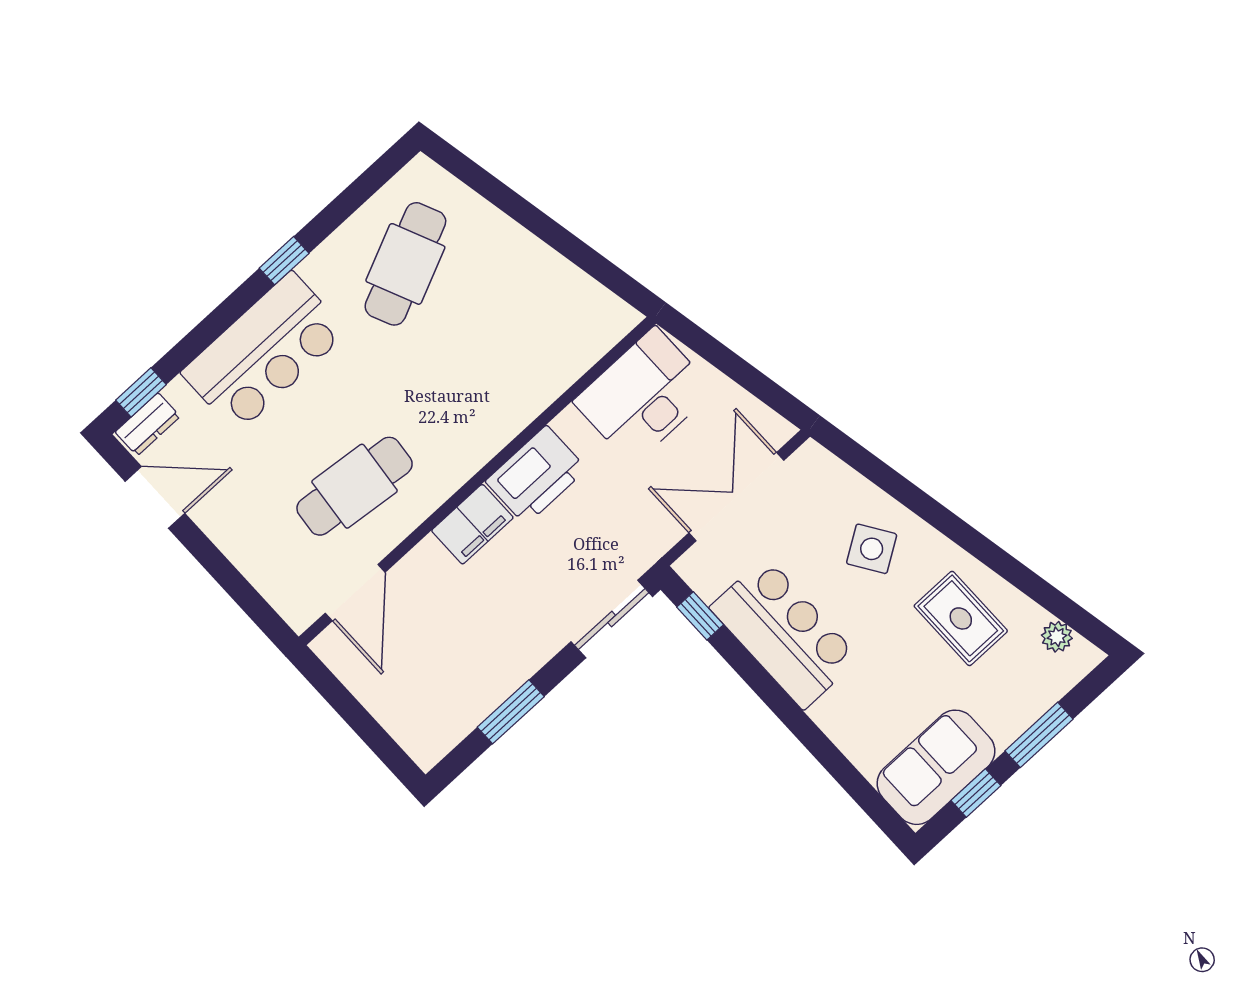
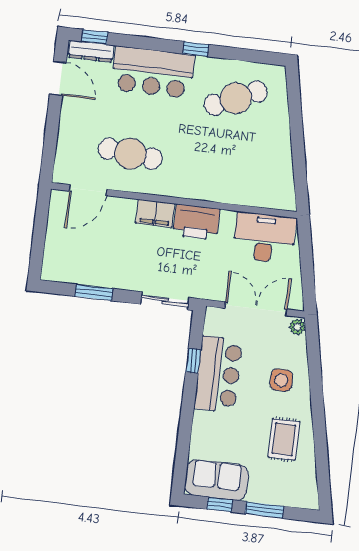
dresser: (148, 424) -> (91, 51), width x1.44
side table: (872, 549) -> (281, 380), turned 33
window: (700, 616) -> (193, 361), moved
plant: (1057, 637) -> (297, 327), moved

